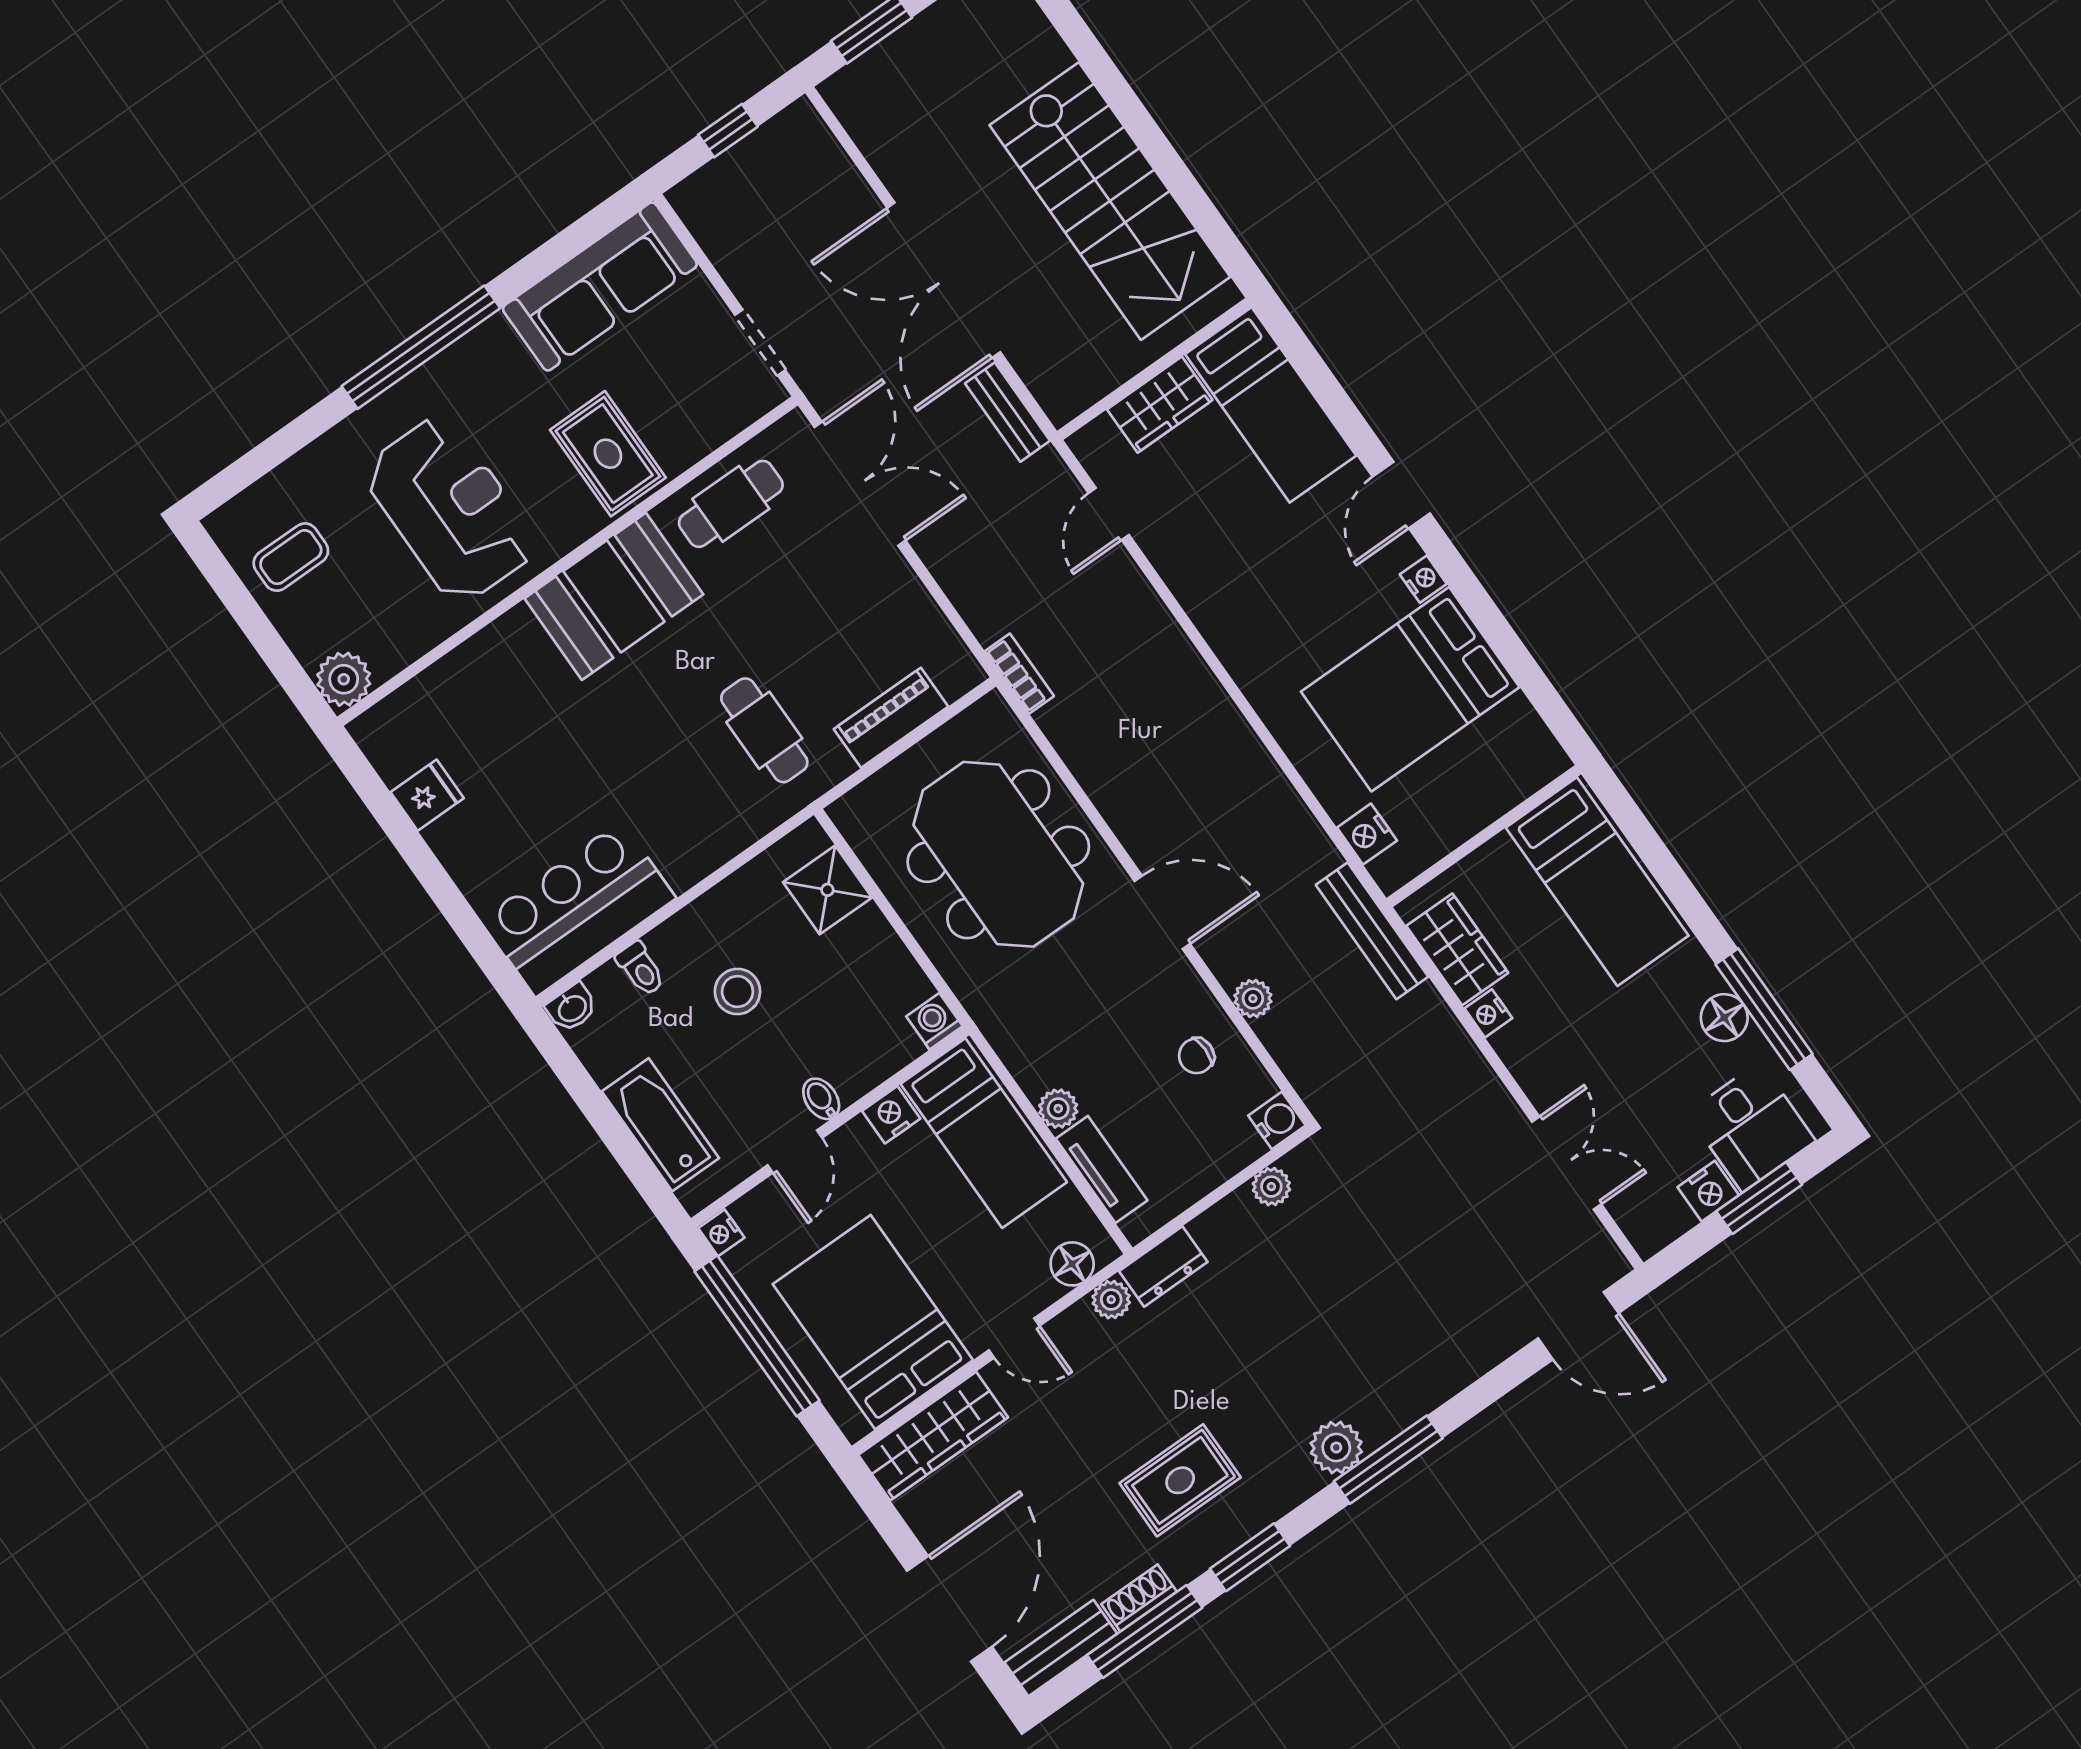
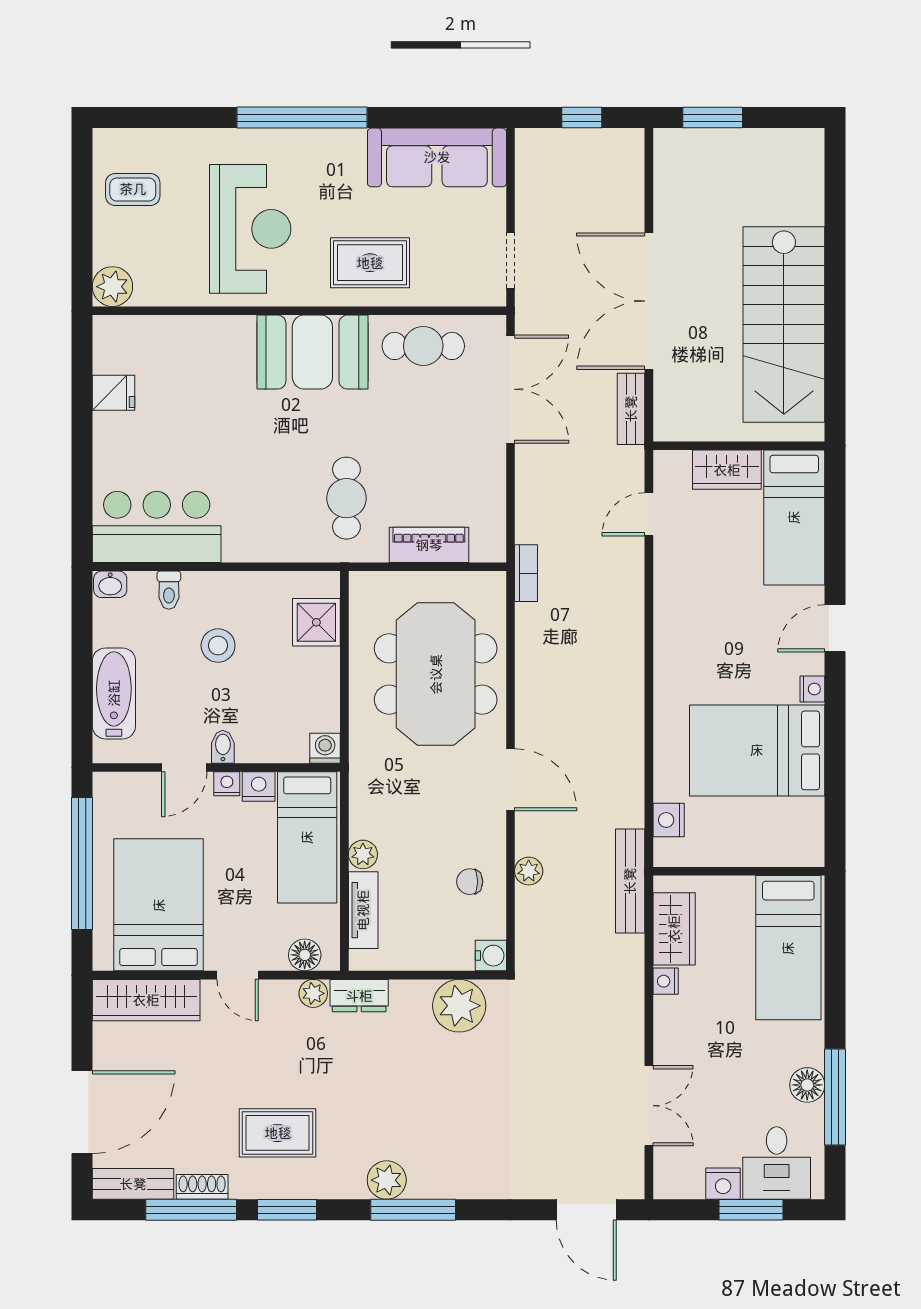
rug: (608, 454) -> (370, 263), turned 90
plant: (1271, 1187) -> (459, 1006), width x1.87, depth x1.87
nightstand: (721, 1233) -> (227, 784), moved, turned 90

